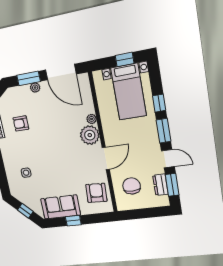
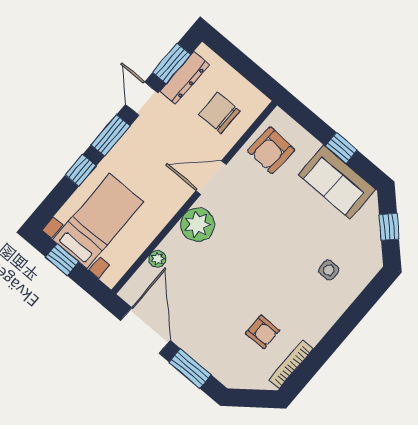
plant: (35, 88) -> (195, 350), removed
plant: (92, 119) -> (157, 259), moved
dresser: (160, 185) -> (185, 78), width x1.44
chair: (132, 186) -> (219, 113), turned 90

